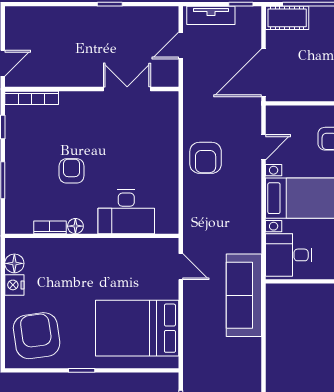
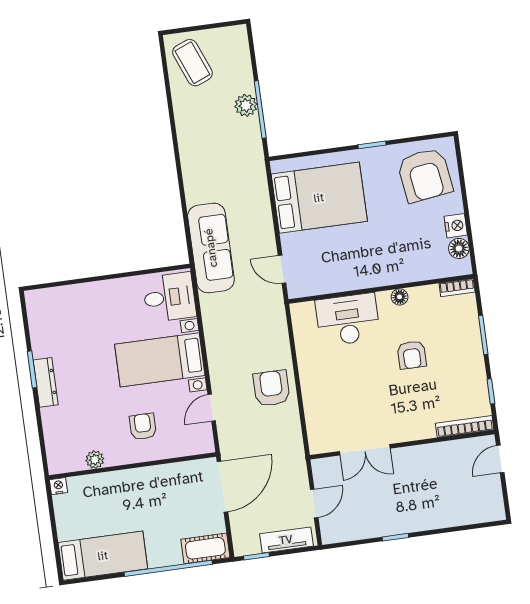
bookcase: (50, 227) -> (457, 288), moved

